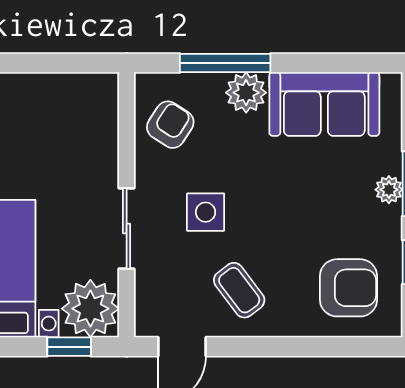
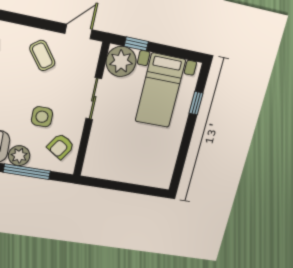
side table: (206, 212) -> (42, 117), moved

